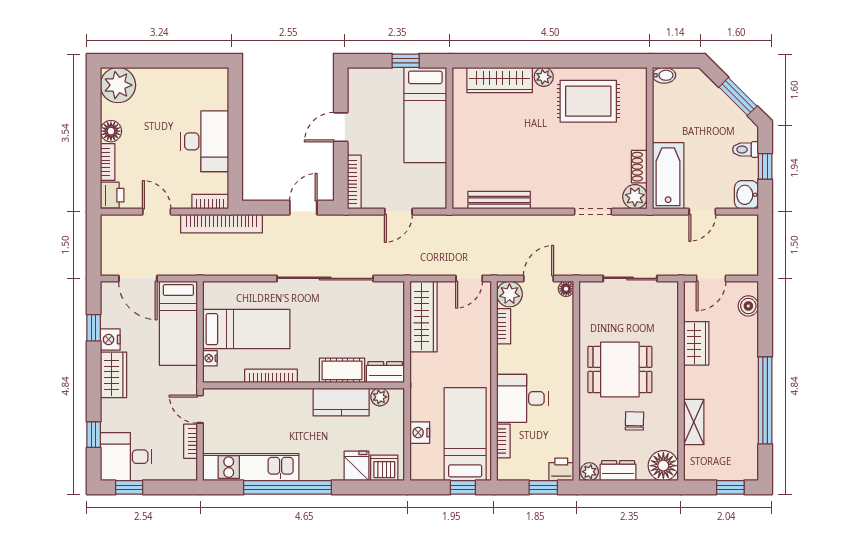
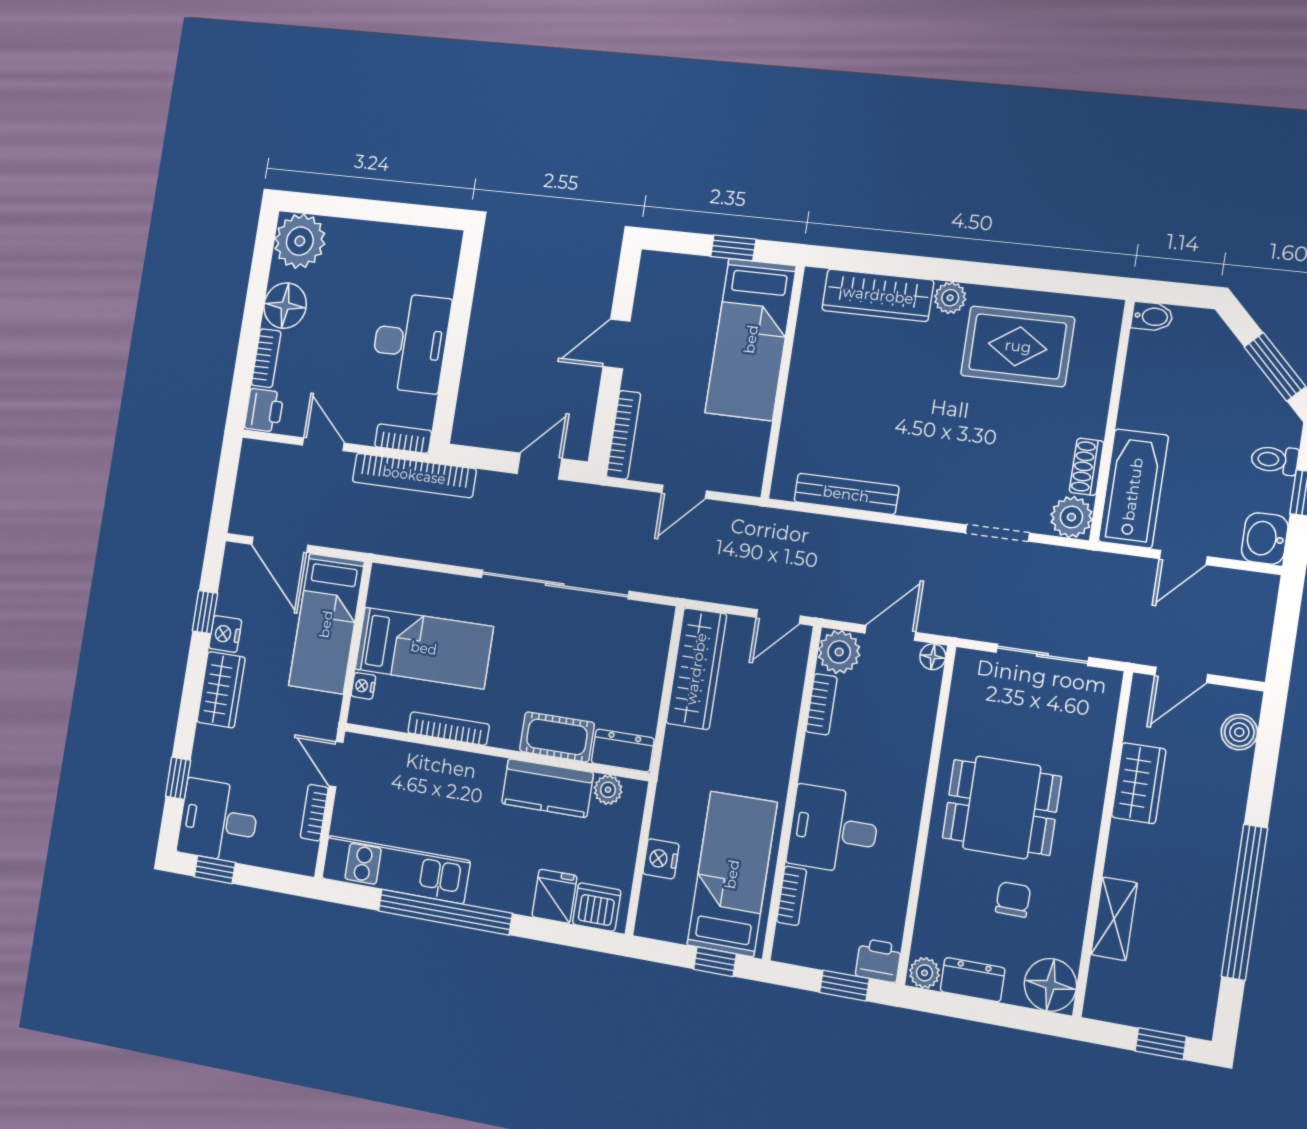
floor lamp: (111, 131) -> (285, 306), width x1.38, depth x1.38

